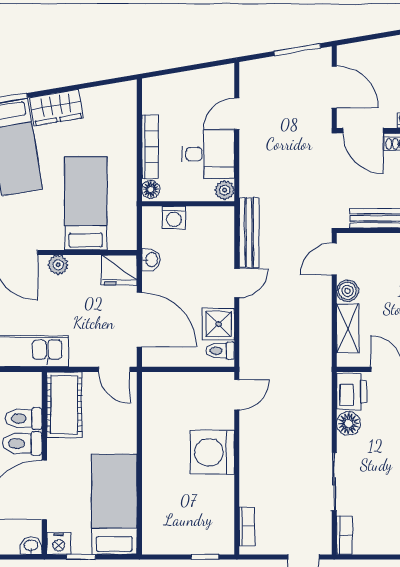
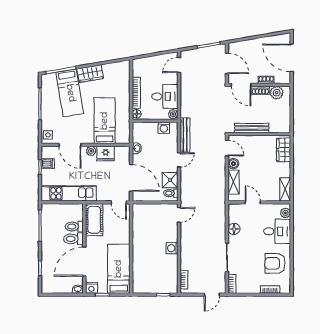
door: (237, 114) -> (179, 65), moved
washing machine: (174, 218) -> (164, 128), moved
door: (334, 259) -> (227, 148), swing flipped
fridge: (119, 270) -> (106, 153), moved
printer: (352, 391) -> (236, 213), removed
washing machine: (212, 452) -> (172, 248), width x0.53, depth x0.53

